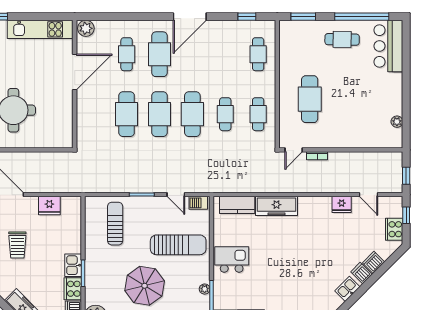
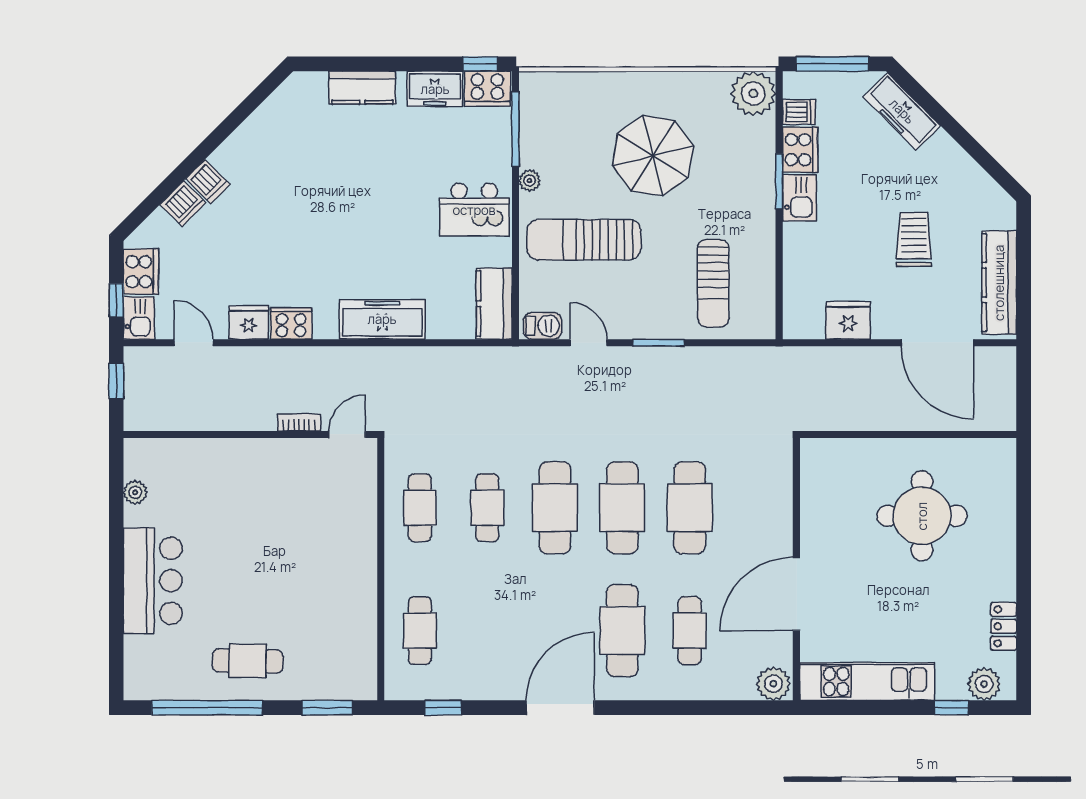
bar counter: (388, 46) -> (153, 581), moved
cafe table: (310, 99) -> (314, 538), removed
cooker: (321, 204) -> (291, 323), added
kitchen counter: (237, 205) -> (494, 304), moved, turned -90
plant: (205, 289) -> (530, 181), moved
kitchen sink: (347, 289) -> (139, 318), moved, turned -45

